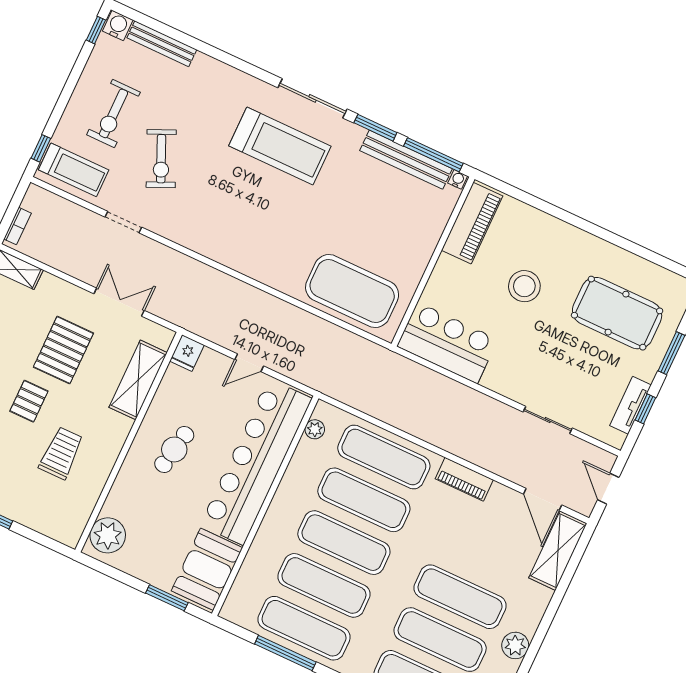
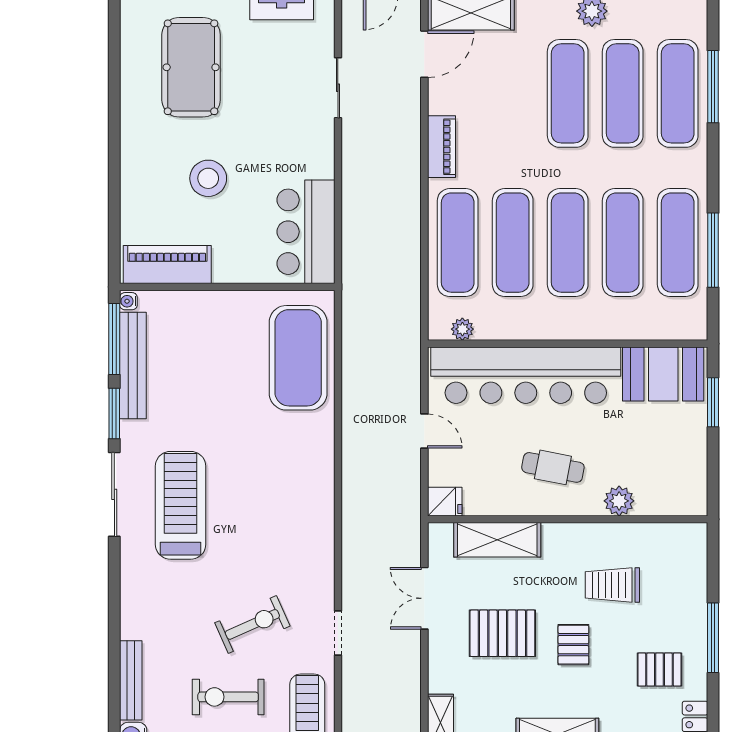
exercise bike: (114, 113) -> (228, 697), turned 180
pallet: (29, 401) -> (573, 645), turned 90
plant: (108, 535) -> (619, 501), moved, width x0.73, depth x0.73

